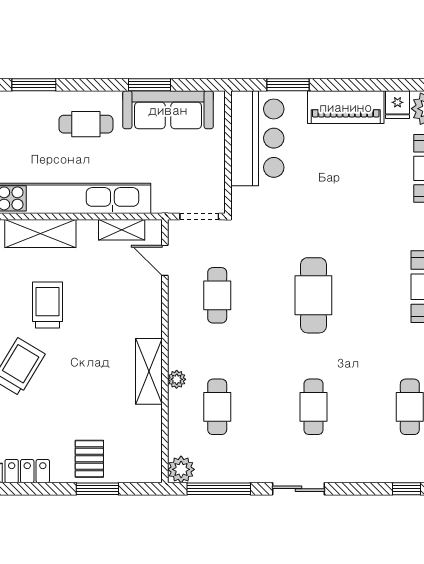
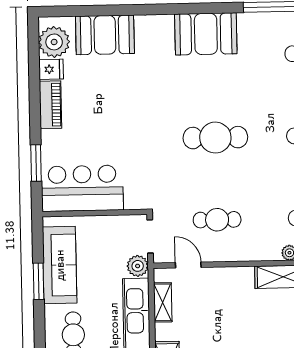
piano: (346, 107) -> (50, 105), width x0.73, depth x0.75
plant: (165, 201) -> (138, 266), added
door: (165, 260) -> (188, 265), swing flipped

